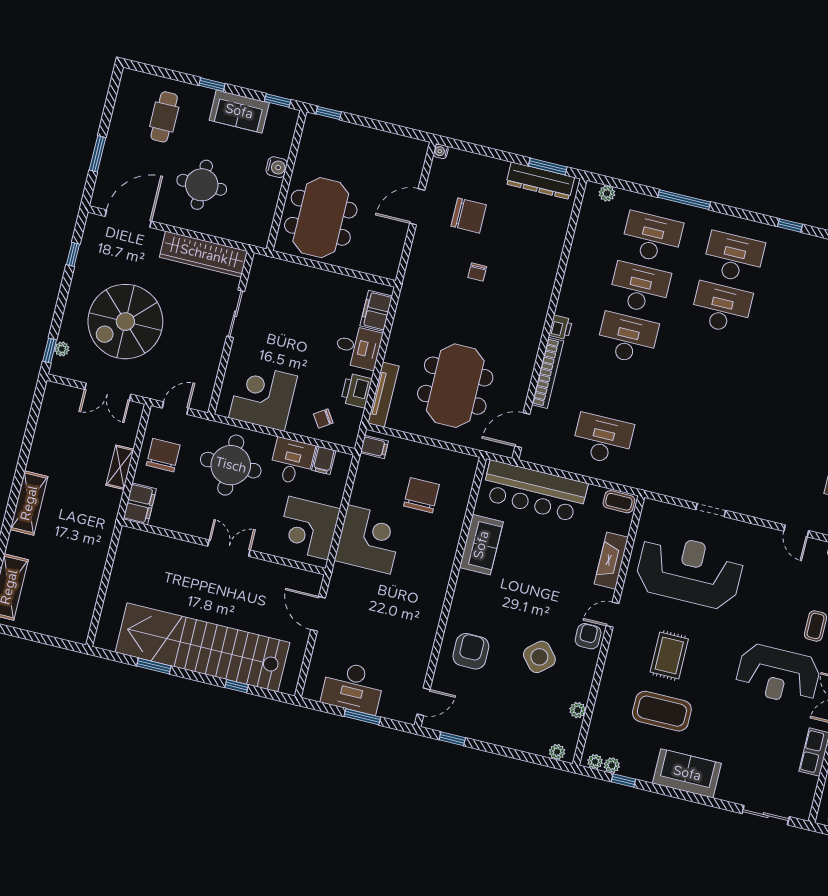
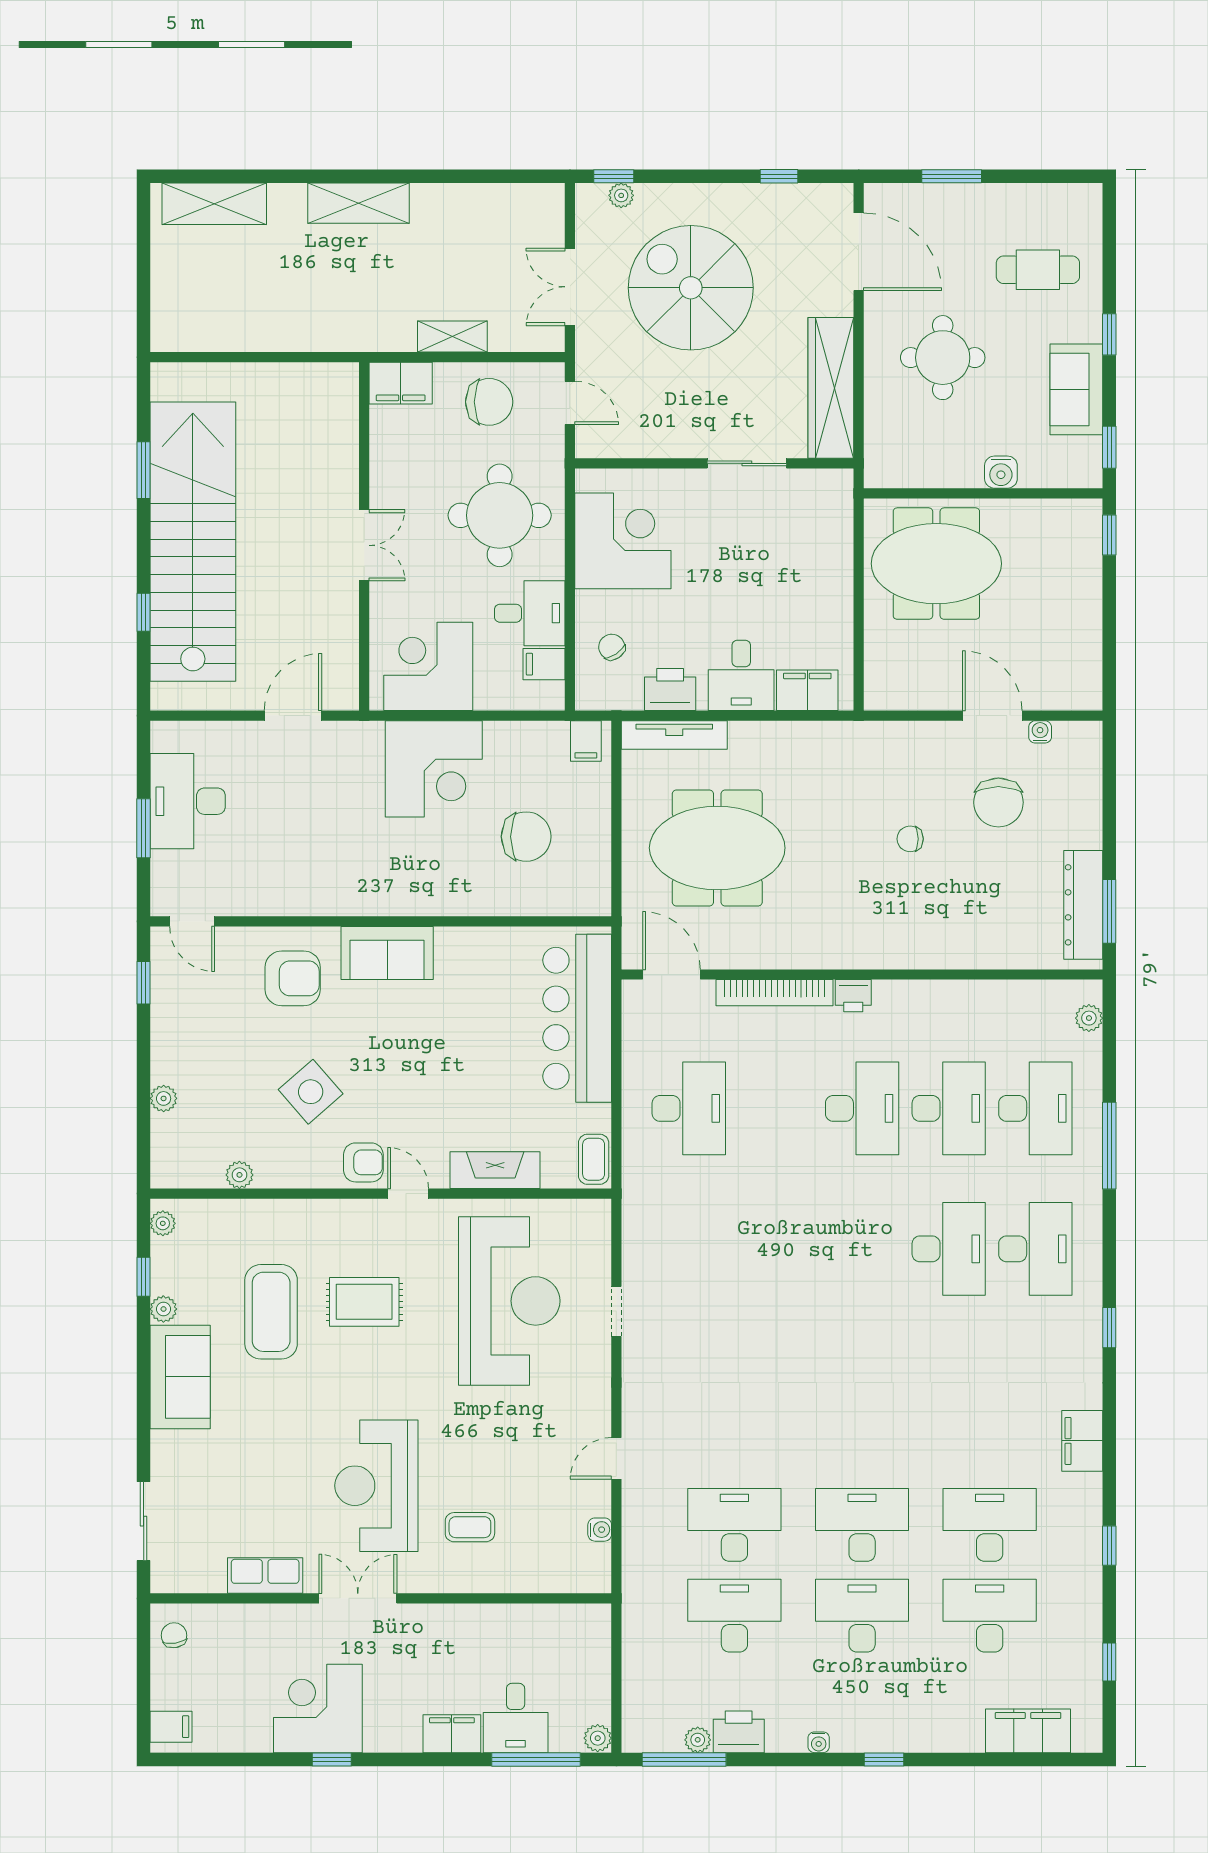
water cooler: (441, 151) -> (1040, 732), moved
sofa: (481, 545) -> (387, 953), moved
plant: (557, 752) -> (164, 1098), moved
plant: (612, 765) -> (163, 1309), moved

